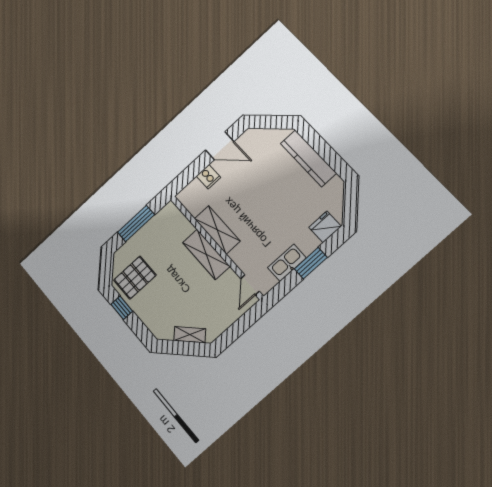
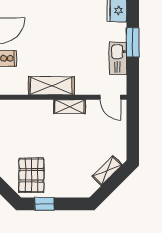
shelving: (206, 254) -> (69, 107), width x0.67, depth x0.75

